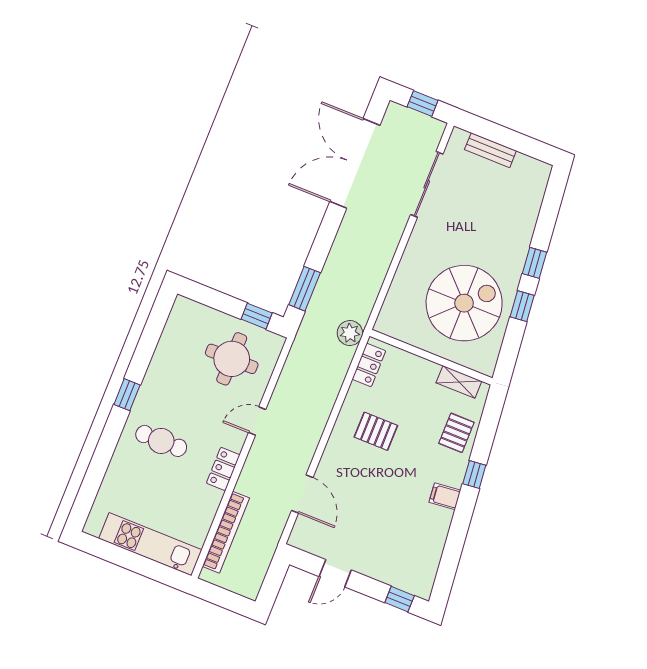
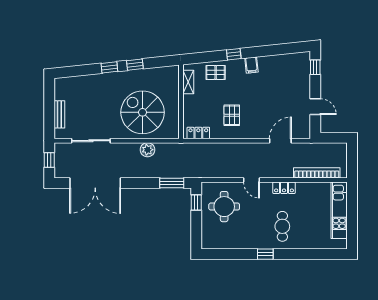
spiral stairs: (464, 303) -> (143, 112), moved
plant: (350, 333) -> (147, 150), moved

